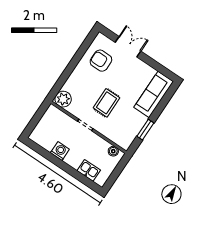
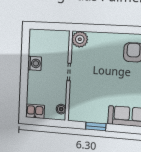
rug: (106, 103) -> (99, 79), removed
kitchen sink: (89, 170) -> (35, 111), moved, turned -90

